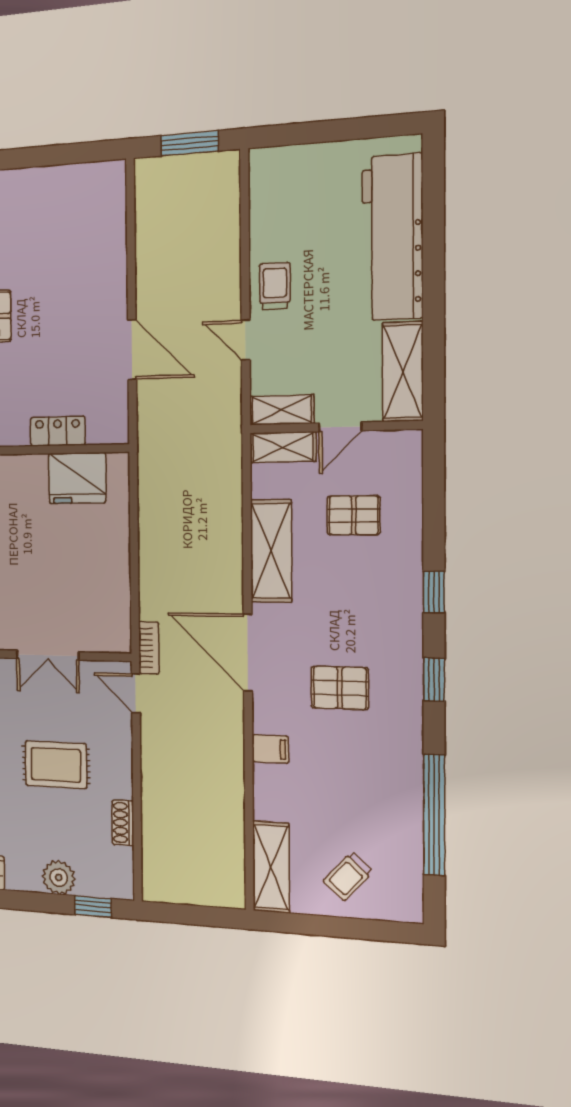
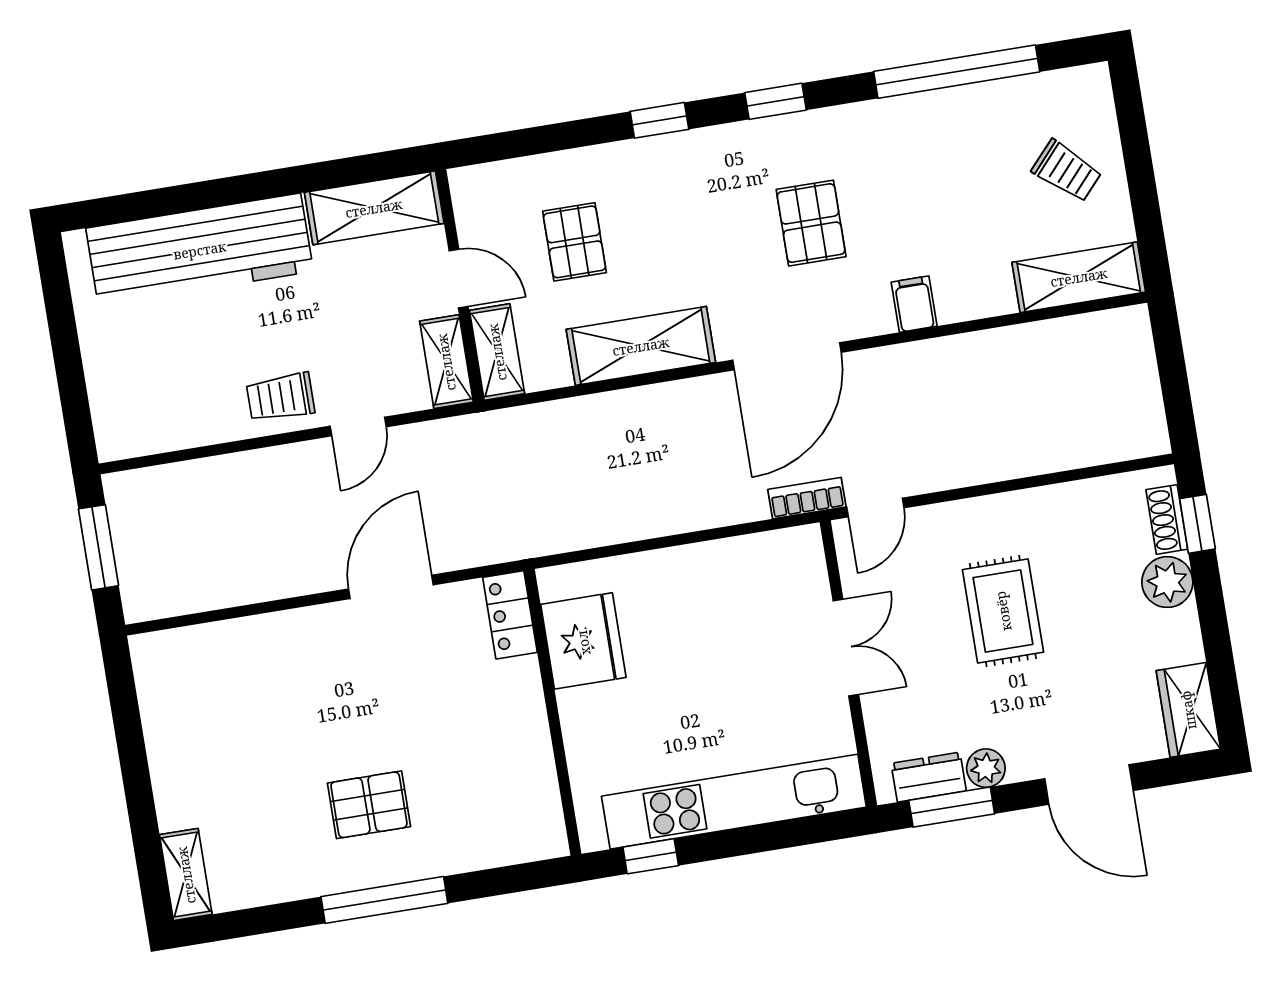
locker: (58, 431) -> (510, 615), moved
shoe rack: (123, 823) -> (1167, 519), moved, turned 90

